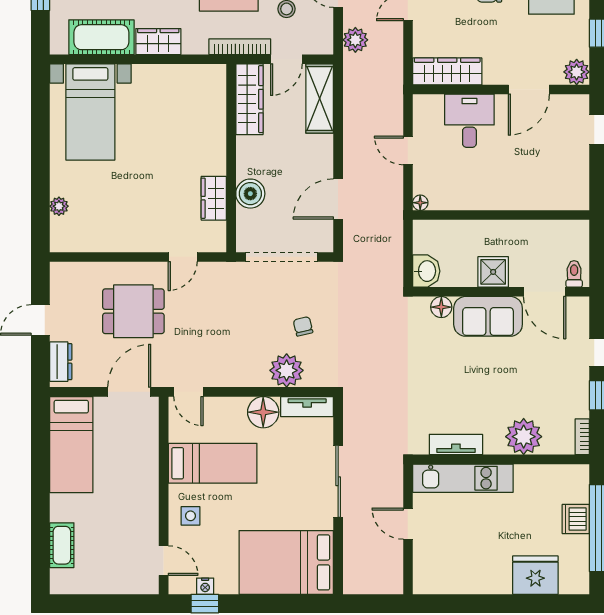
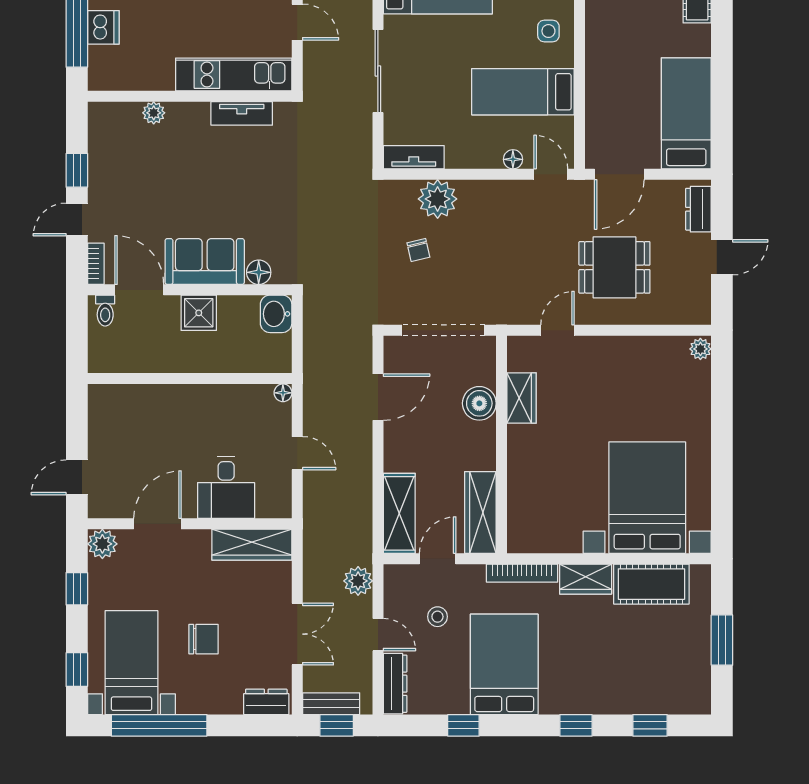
bookcase: (240, 47) -> (522, 573), moved
bed with nightstands: (90, 112) -> (647, 498), width x1.36
plant: (59, 206) -> (700, 349), moved
floor lamp: (263, 412) -> (513, 159), moved, width x0.53, depth x0.53
plant: (524, 437) -> (154, 113), width x0.53, depth x0.53
bookcase: (582, 437) -> (96, 264), moved

